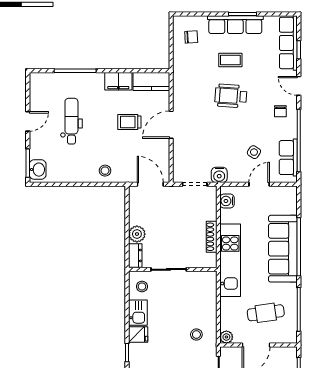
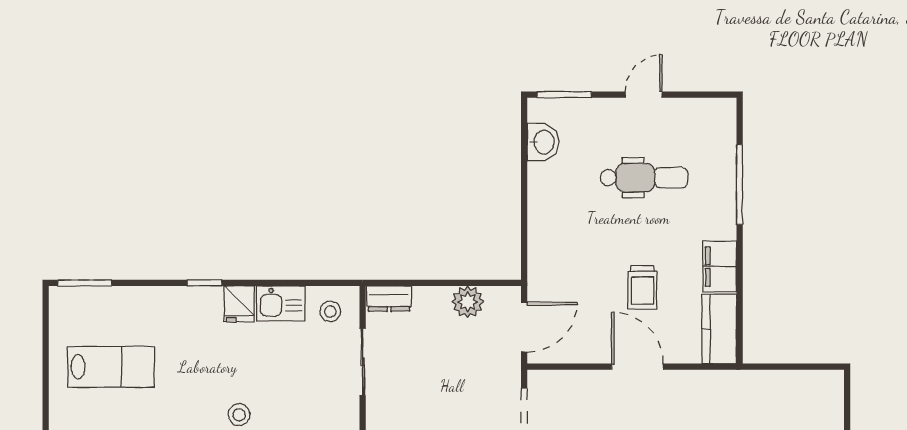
chair: (191, 37) -> (804, 405), removed
door: (28, 121) -> (644, 95), swing flipped
trolley: (129, 122) -> (642, 287), turned 180
washbasin: (38, 170) -> (543, 142), moved, turned -90
stool: (105, 171) -> (550, 241), removed
plant: (137, 234) -> (468, 302), moved

